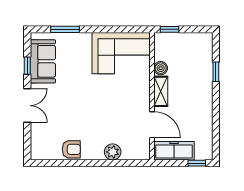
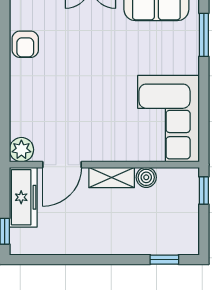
window: (216, 72) -> (164, 260), moved
plant: (113, 152) -> (21, 150), moved

